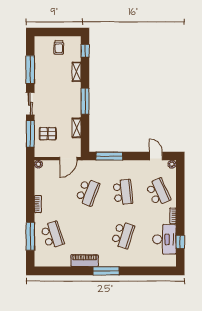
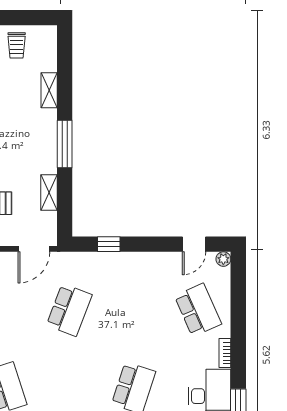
window: (85, 51) -> (65, 52), removed
window: (109, 156) -> (109, 244), width x0.46
door: (156, 156) -> (194, 244), swing flipped
school desk: (123, 192) -> (134, 310), removed

